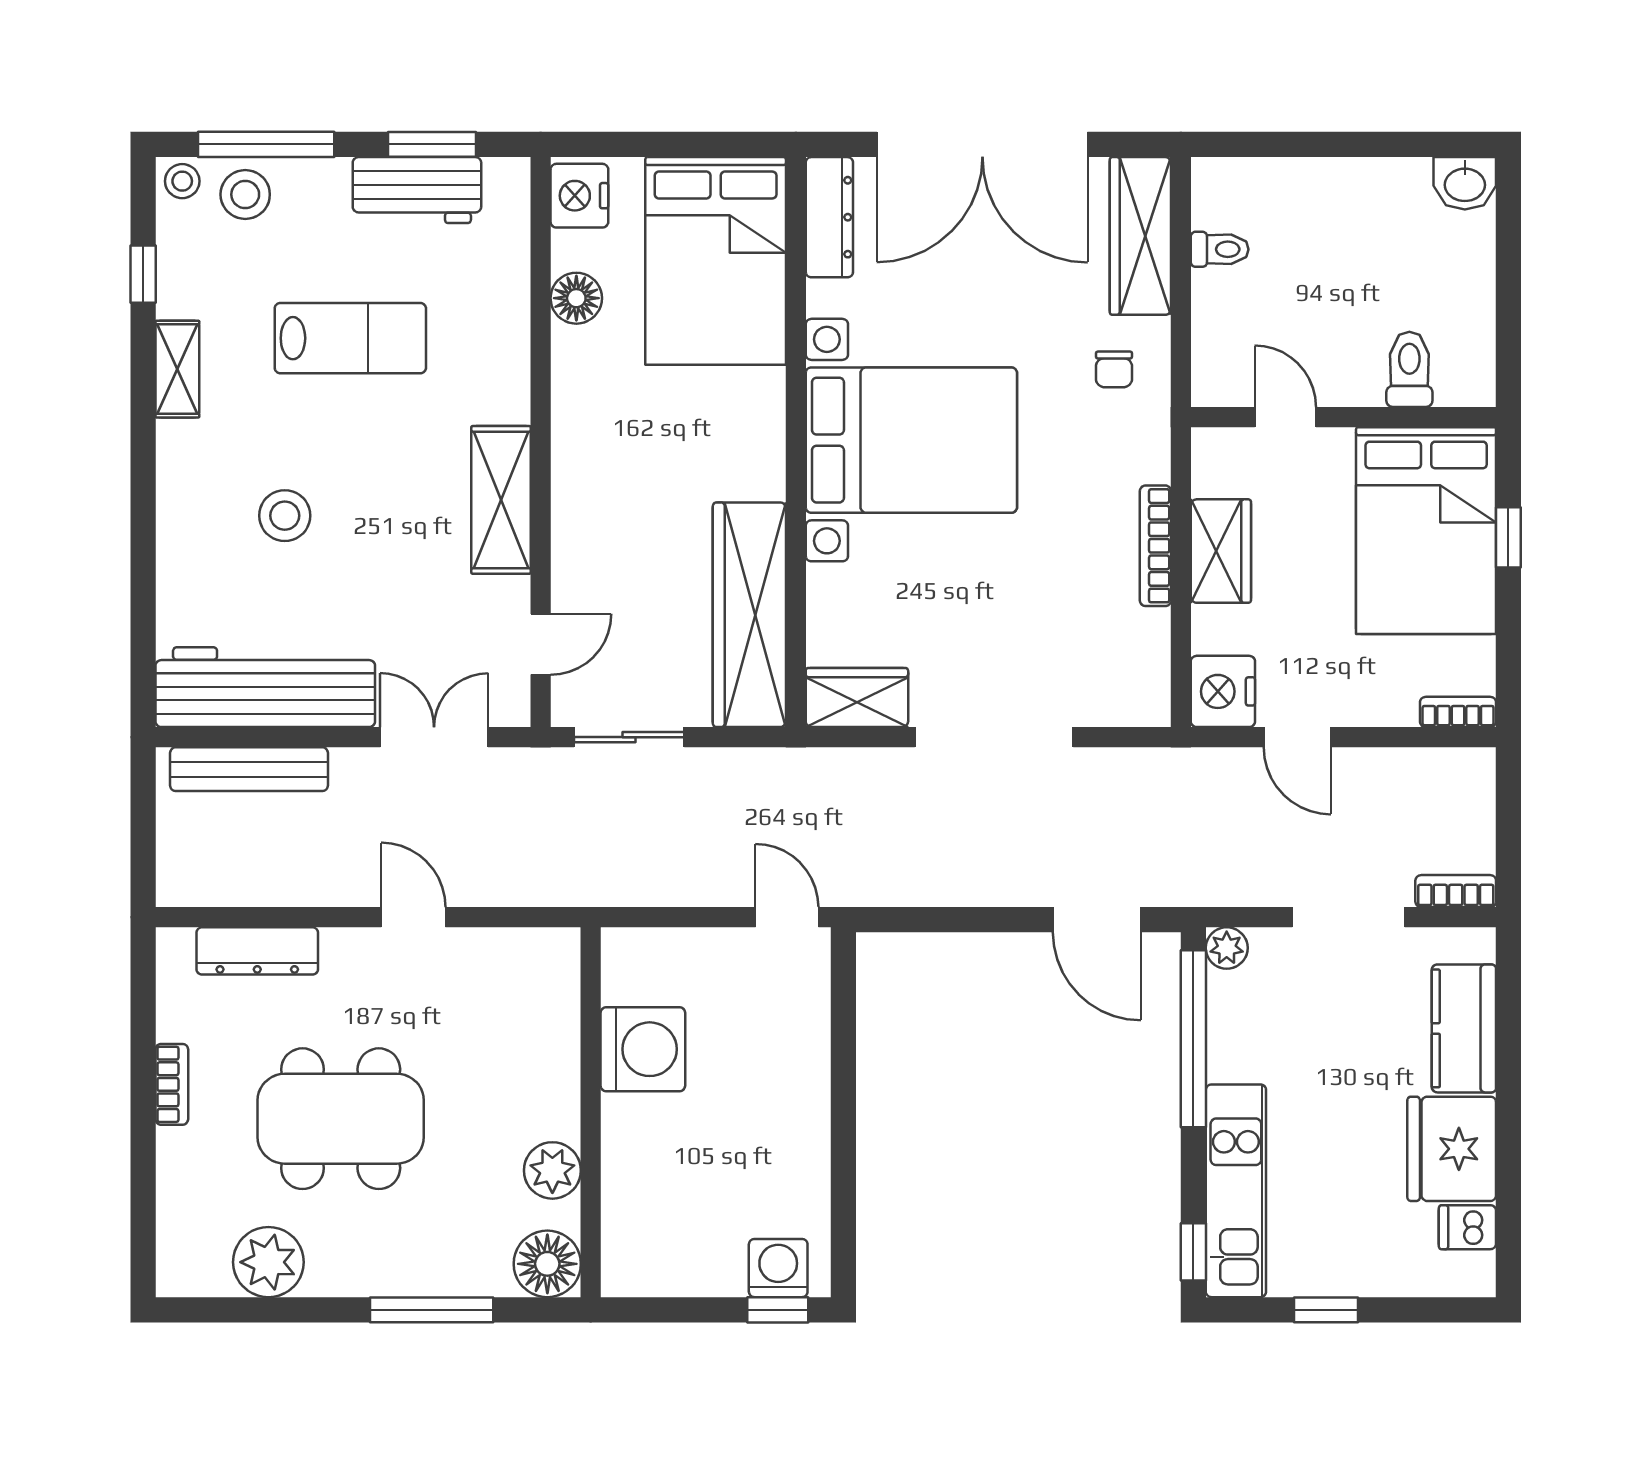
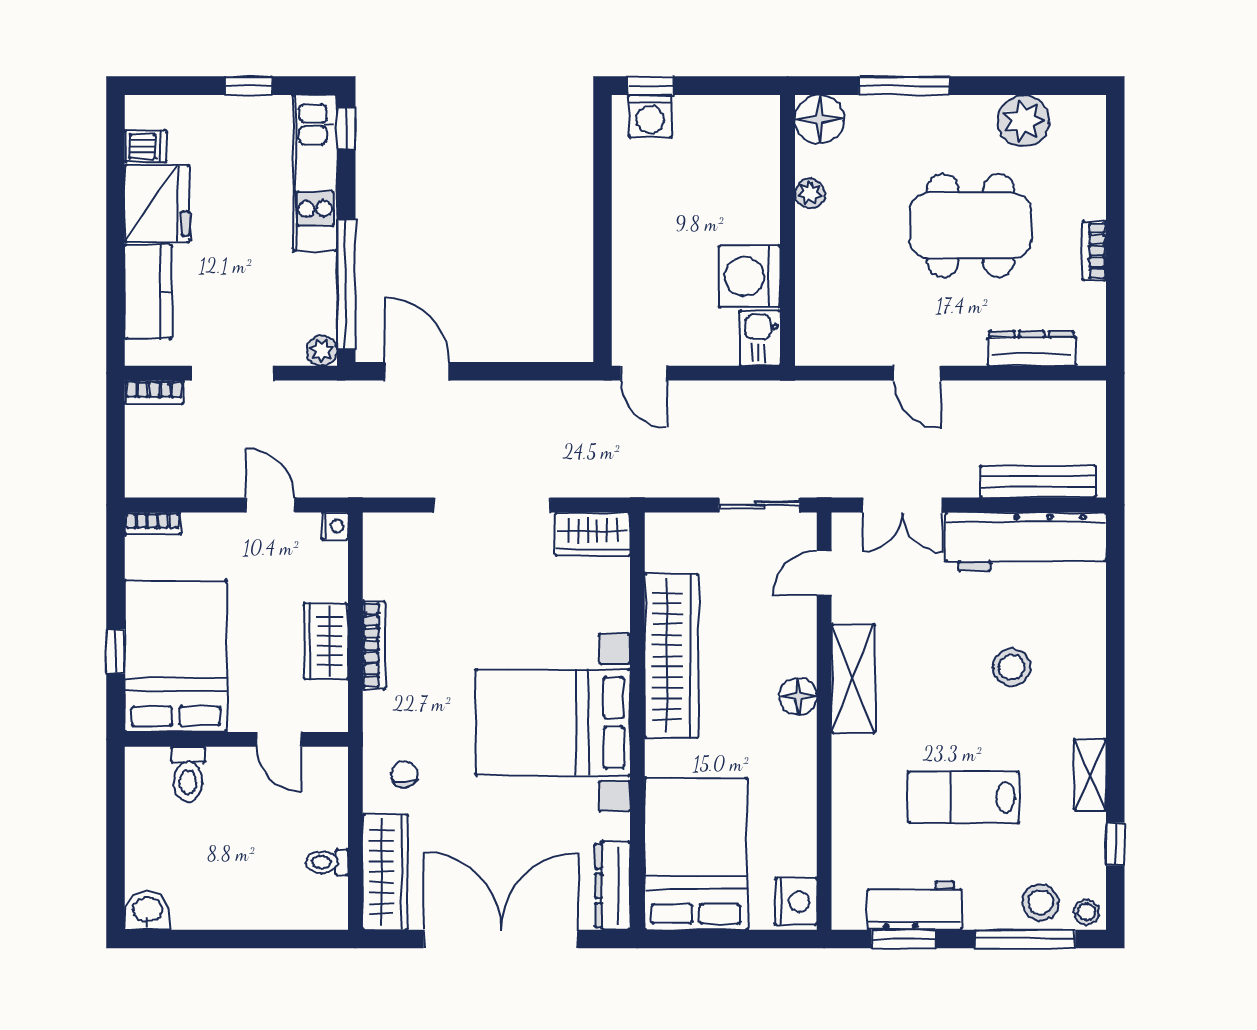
floor lamp: (576, 298) -> (798, 696), moved
wardrobe: (749, 615) -> (671, 656), moved
nightstand: (1223, 691) -> (335, 526), width x0.53, depth x0.56
kitchen sink: (628, 965) -> (760, 338), added
plant: (552, 1170) -> (810, 193), width x0.73, depth x0.73

